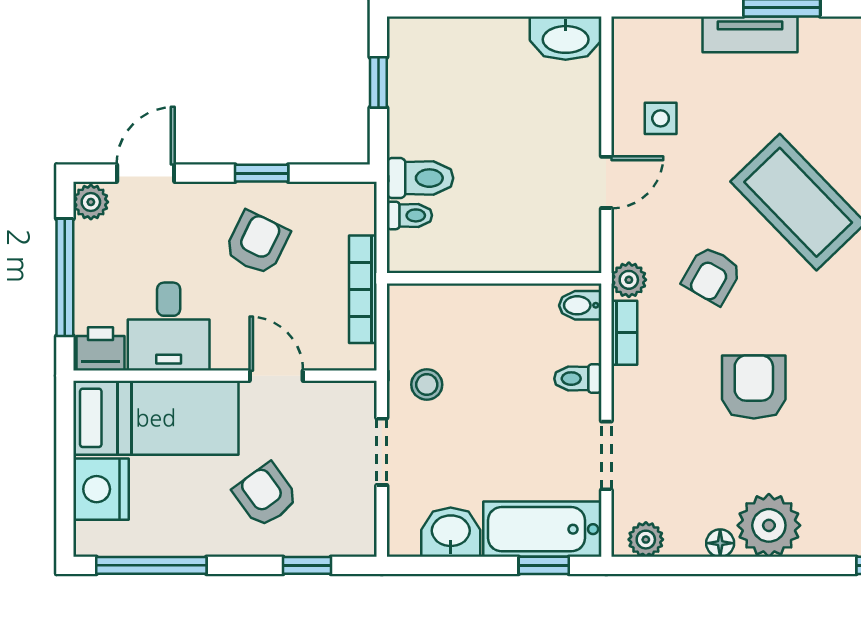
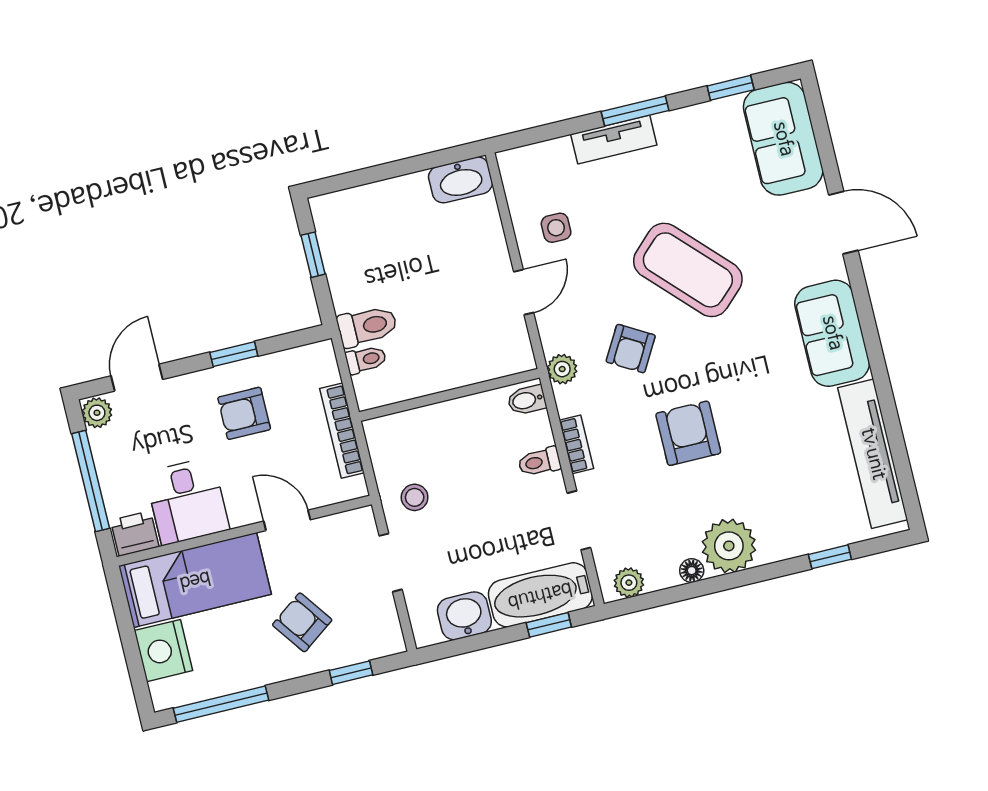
armchair: (257, 243) -> (244, 413), turned -116
bookcase: (624, 333) -> (576, 444), moved

